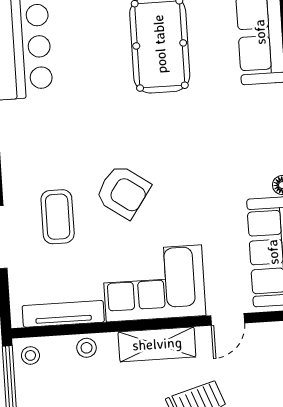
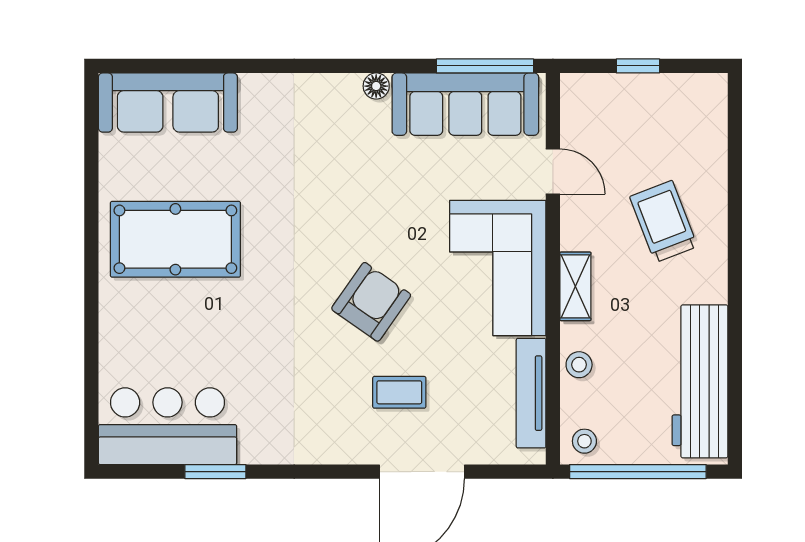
coffee table: (58, 217) -> (399, 392), width x0.73, depth x0.77
shelving: (157, 344) -> (575, 286), width x0.67, depth x0.75

